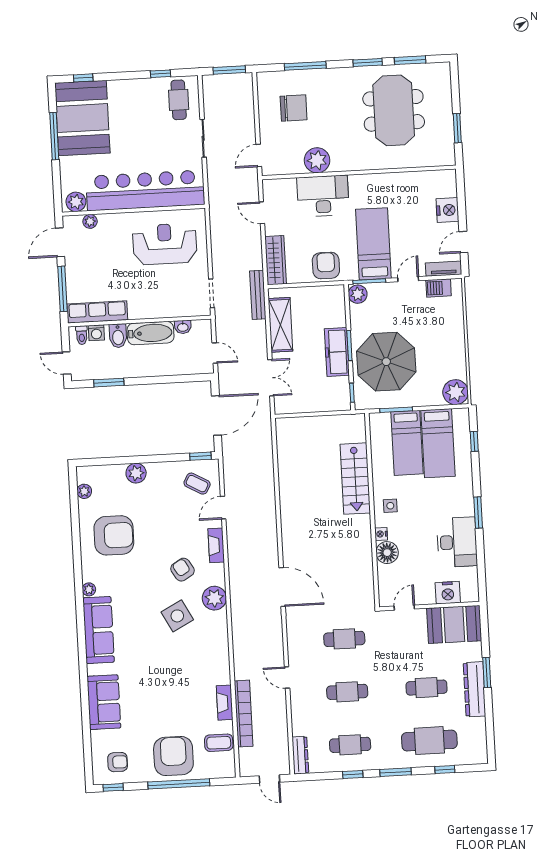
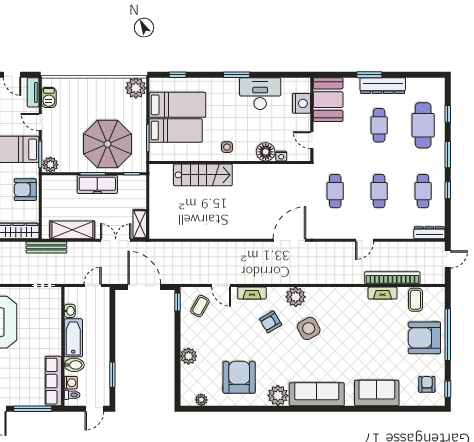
shelving: (292, 406) -> (140, 224), added
nightstand: (381, 534) -> (281, 156), moved
plant: (89, 589) -> (278, 396), width x1.88, depth x1.88

